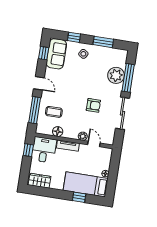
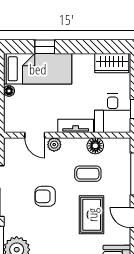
rug: (67, 89) -> (92, 215), added
coffee table: (54, 112) -> (88, 174), moved

